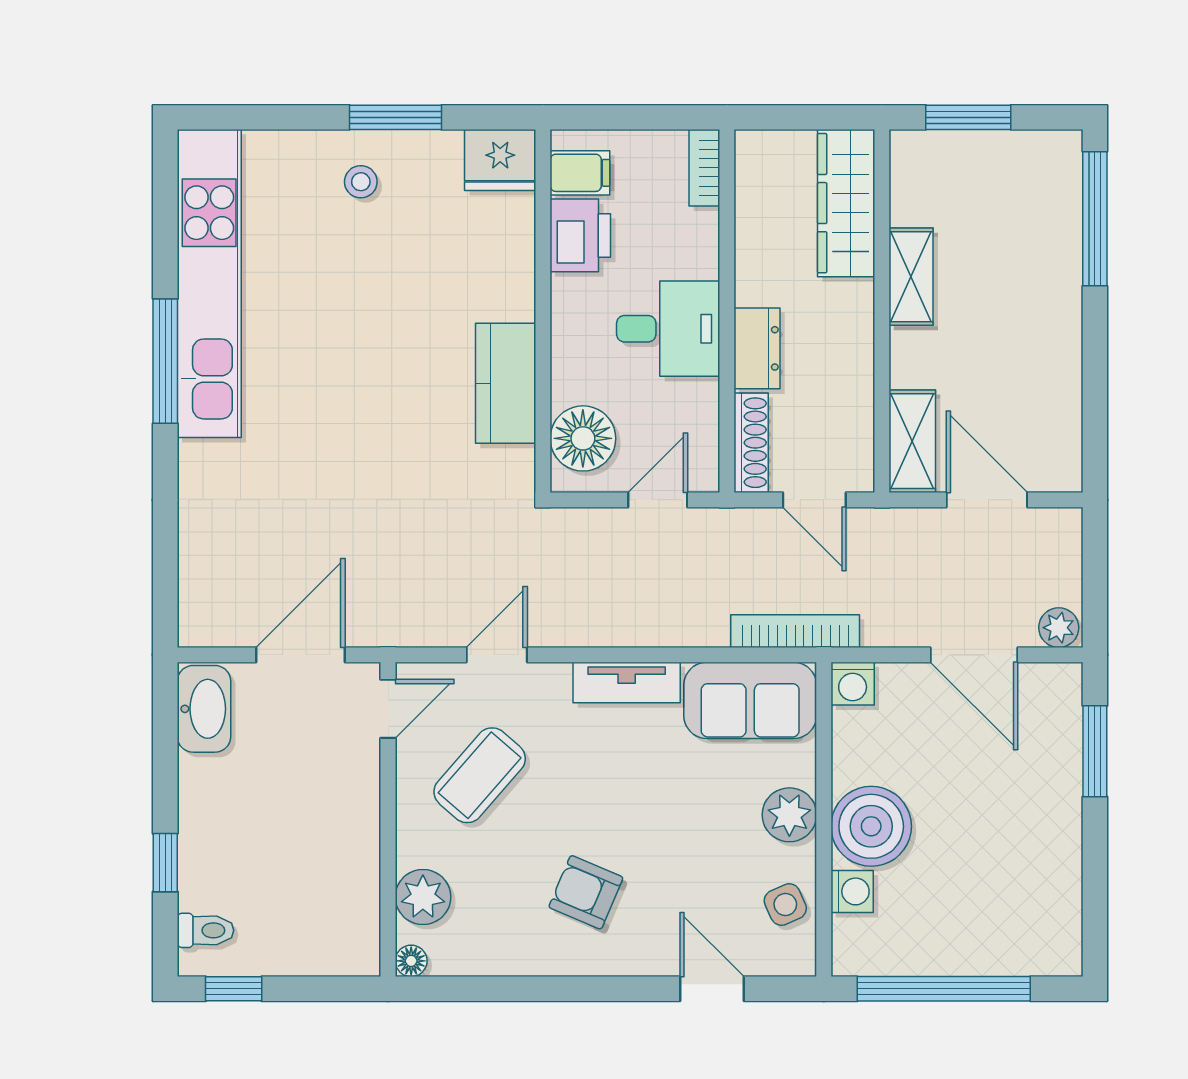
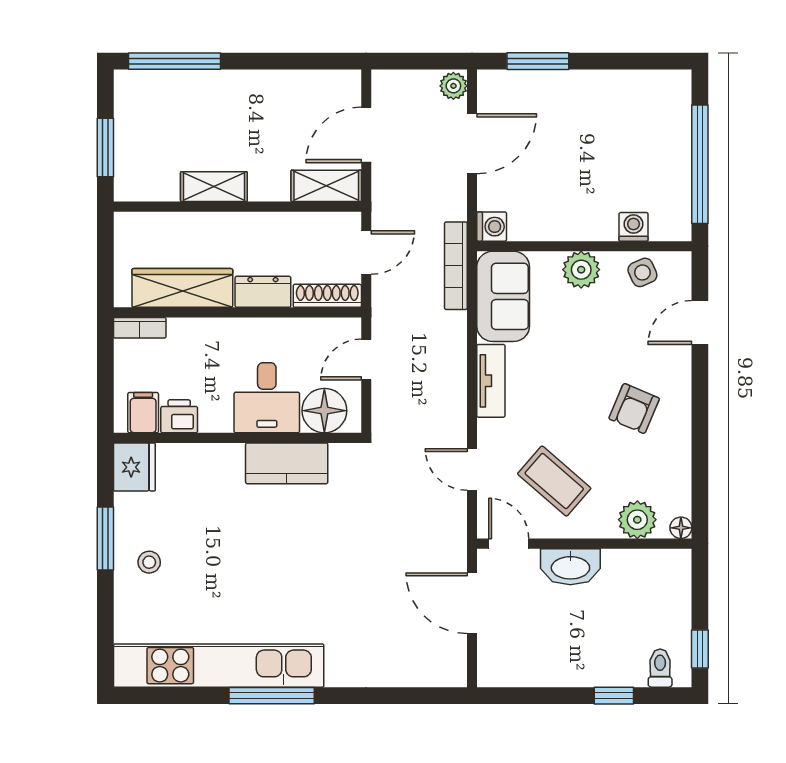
wardrobe: (846, 203) -> (182, 288), moved, turned 180
printer: (580, 235) -> (179, 416), width x0.73, depth x0.81
desk: (668, 329) -> (267, 398), moved, turned 180
door: (658, 500) -> (366, 360), hinge flipped
washbasin: (204, 709) -> (570, 567), moved, turned 180
boiler: (871, 826) -> (589, 214), removed

